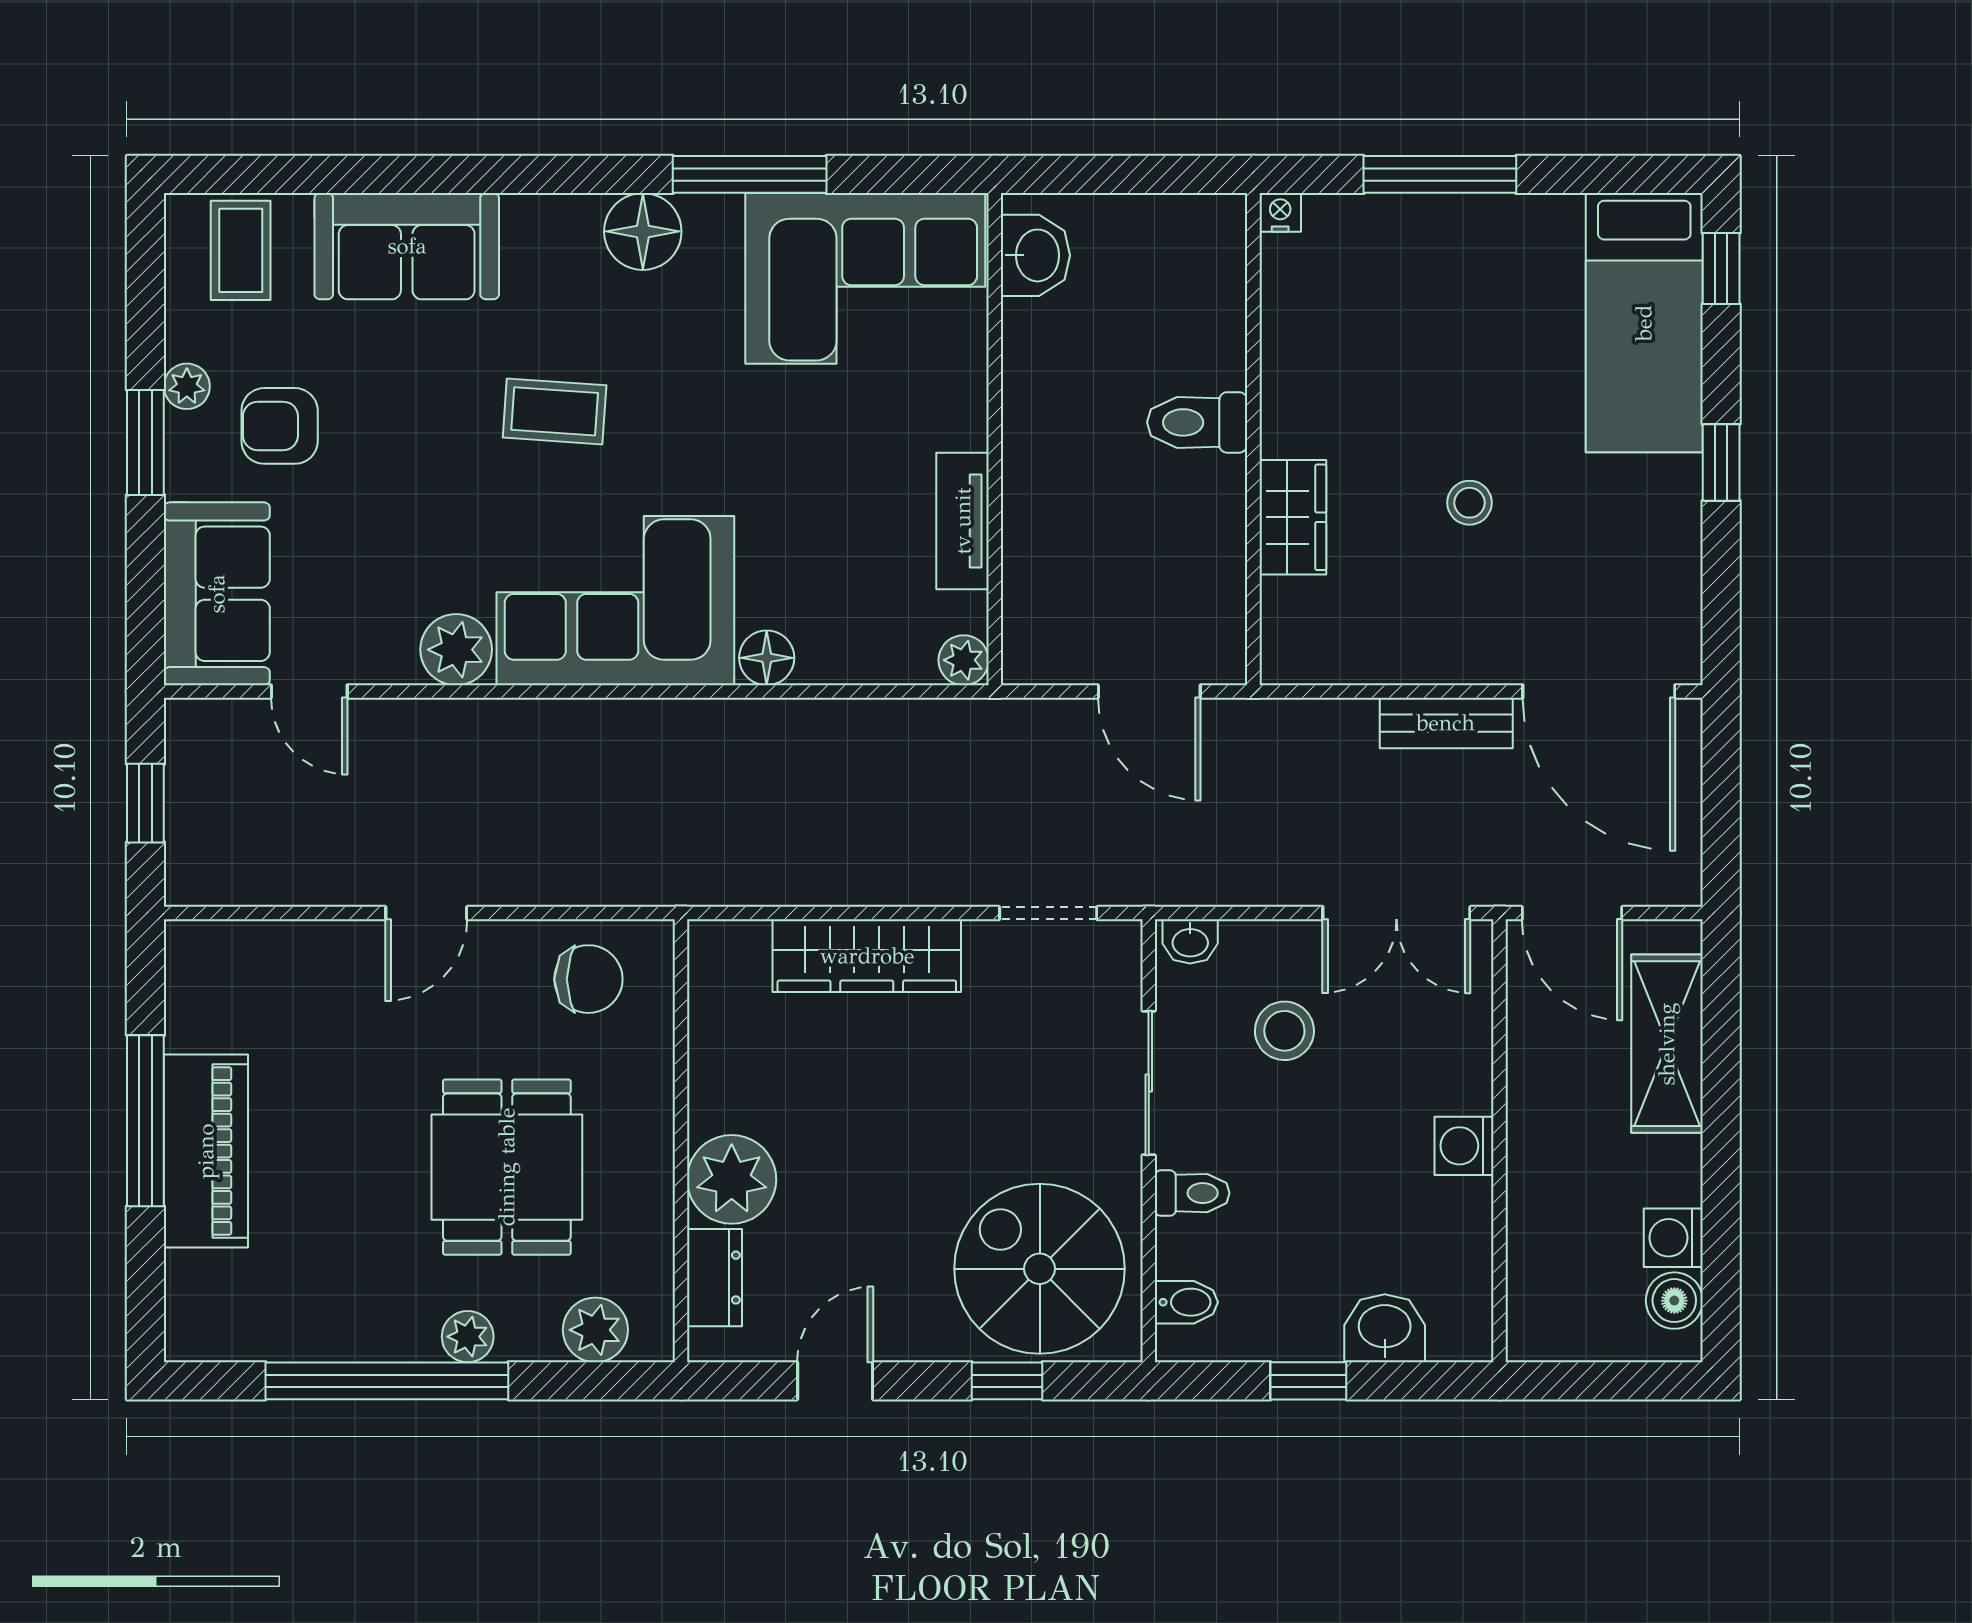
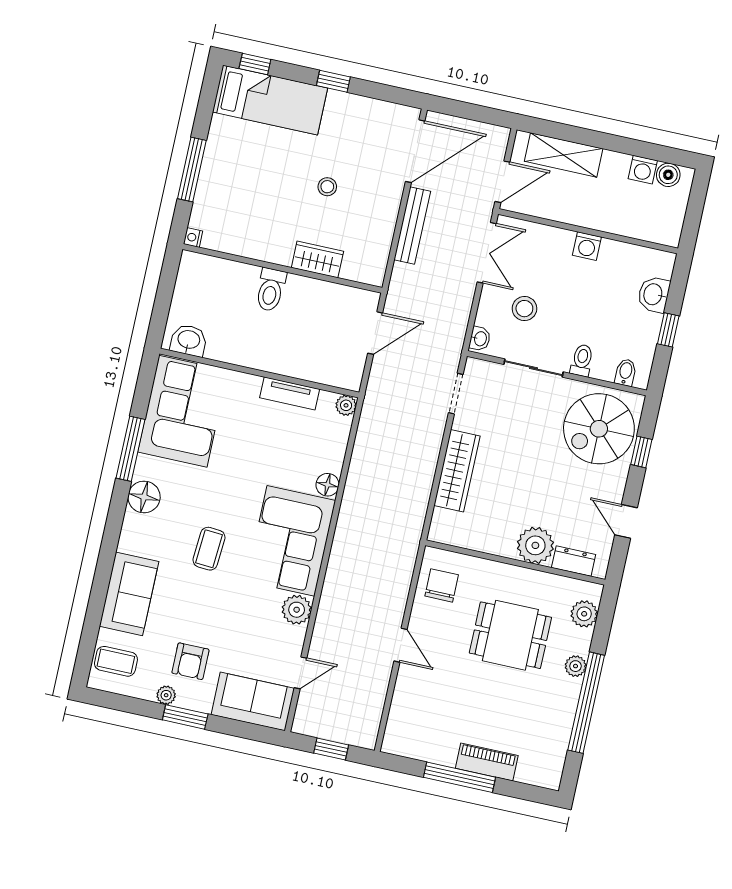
bench: (1446, 723) -> (412, 225), width x1.36
piano: (206, 1151) -> (487, 762), width x0.73, depth x0.75

